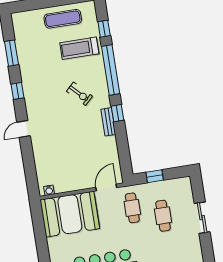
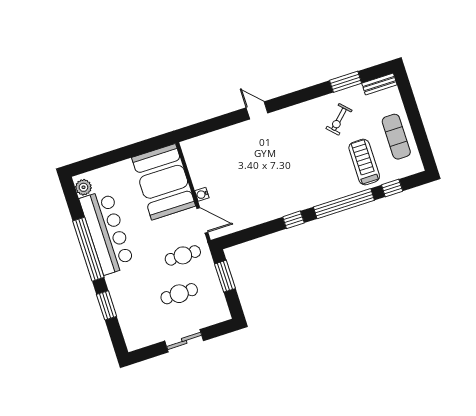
window: (18, 91) -> (301, 96), removed
exercise bike: (79, 94) -> (339, 119), moved
bench: (108, 122) -> (379, 84), moved
window: (155, 176) -> (225, 276), width x1.50
water cooler: (49, 190) -> (202, 194), moved

